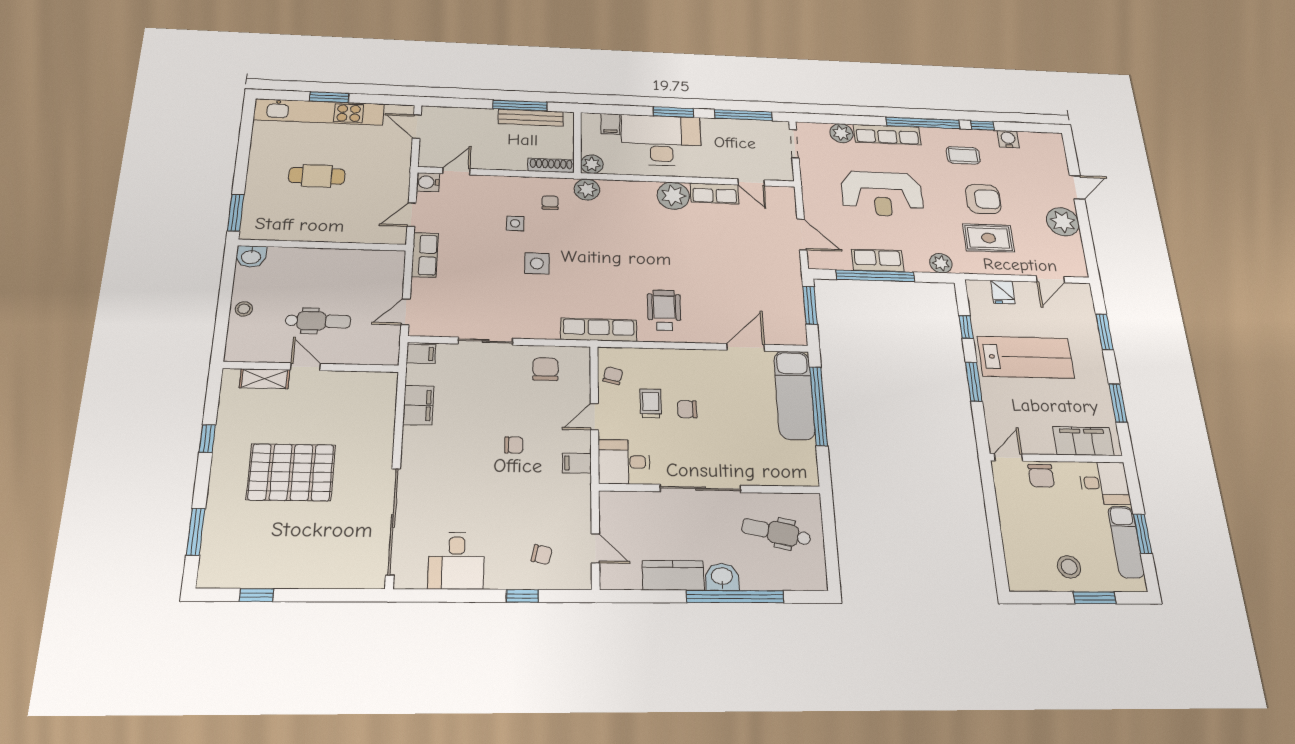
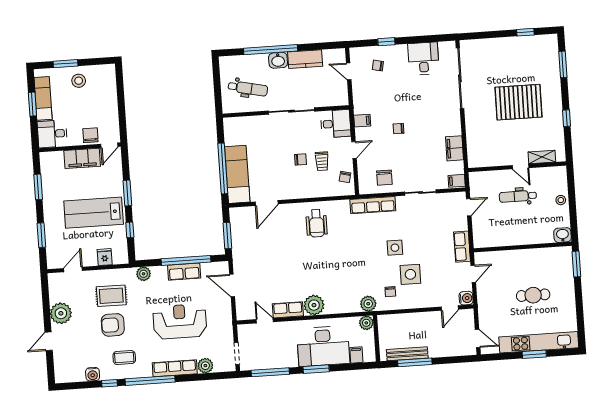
shoe rack: (551, 165) -> (392, 319), removed
side table: (515, 223) -> (410, 274), width x1.87, depth x1.87
row of seats: (599, 330) -> (373, 205), moved
filing cabinet: (1083, 441) -> (82, 158), moved

